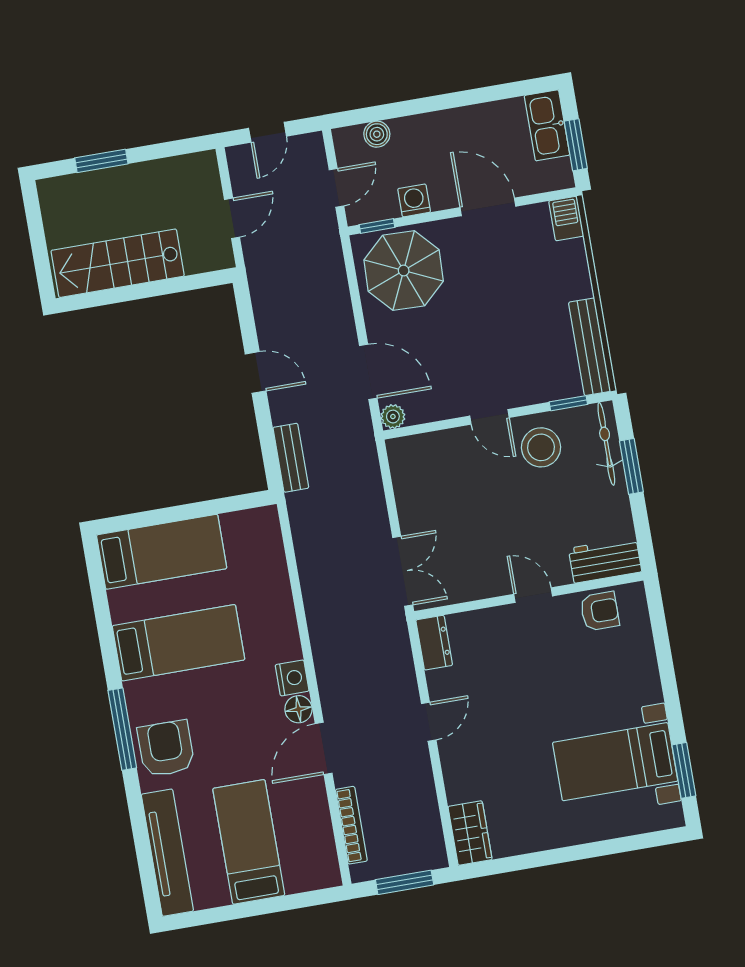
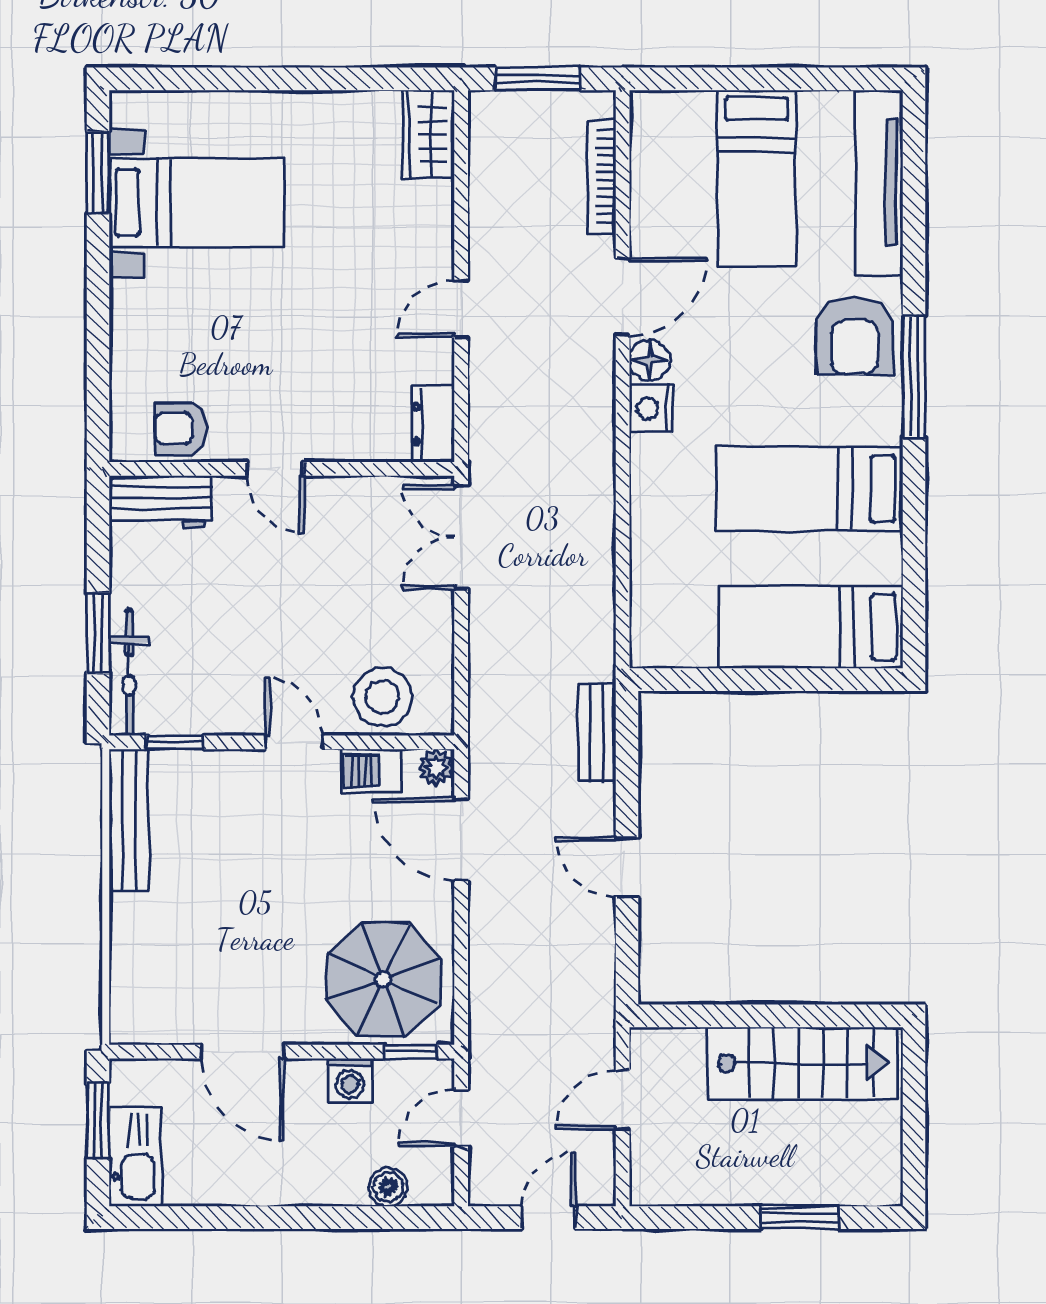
barbecue: (566, 218) -> (371, 771), moved, turned 90
stool: (541, 447) -> (382, 697), moved

